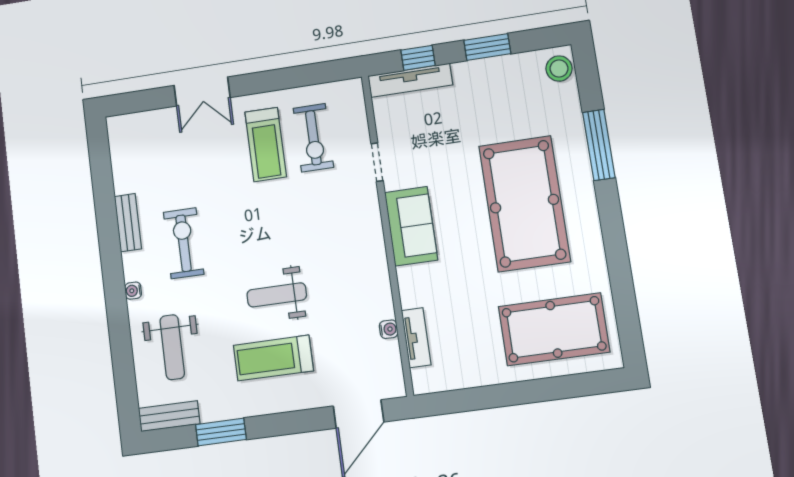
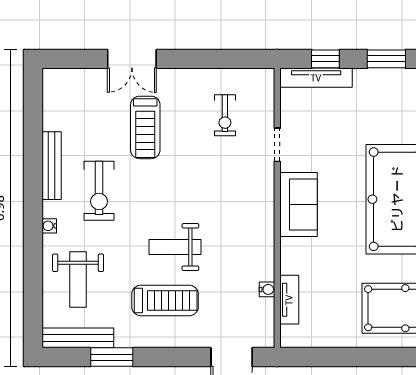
exercise bike: (313, 138) -> (225, 115), width x0.73, depth x0.72
treadmill: (266, 144) -> (145, 127), moved
bench: (128, 223) -> (52, 166), width x1.36
exercise bike: (184, 243) -> (99, 191), turned 180
treadmill: (273, 358) -> (165, 300), turned 180
bench: (169, 416) -> (78, 338), width x1.36

